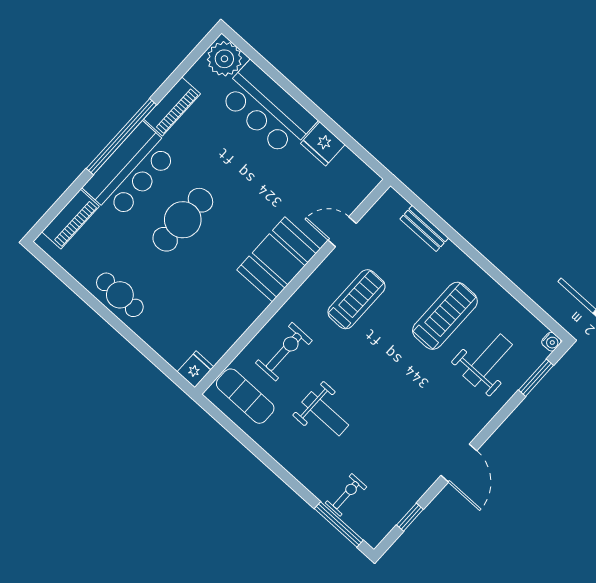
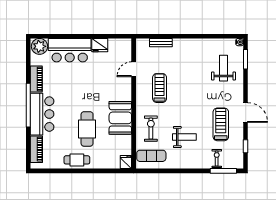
cafe table: (183, 220) -> (87, 129), moved
booth: (279, 259) -> (120, 118), moved
treadmill: (445, 316) -> (221, 124), moved

